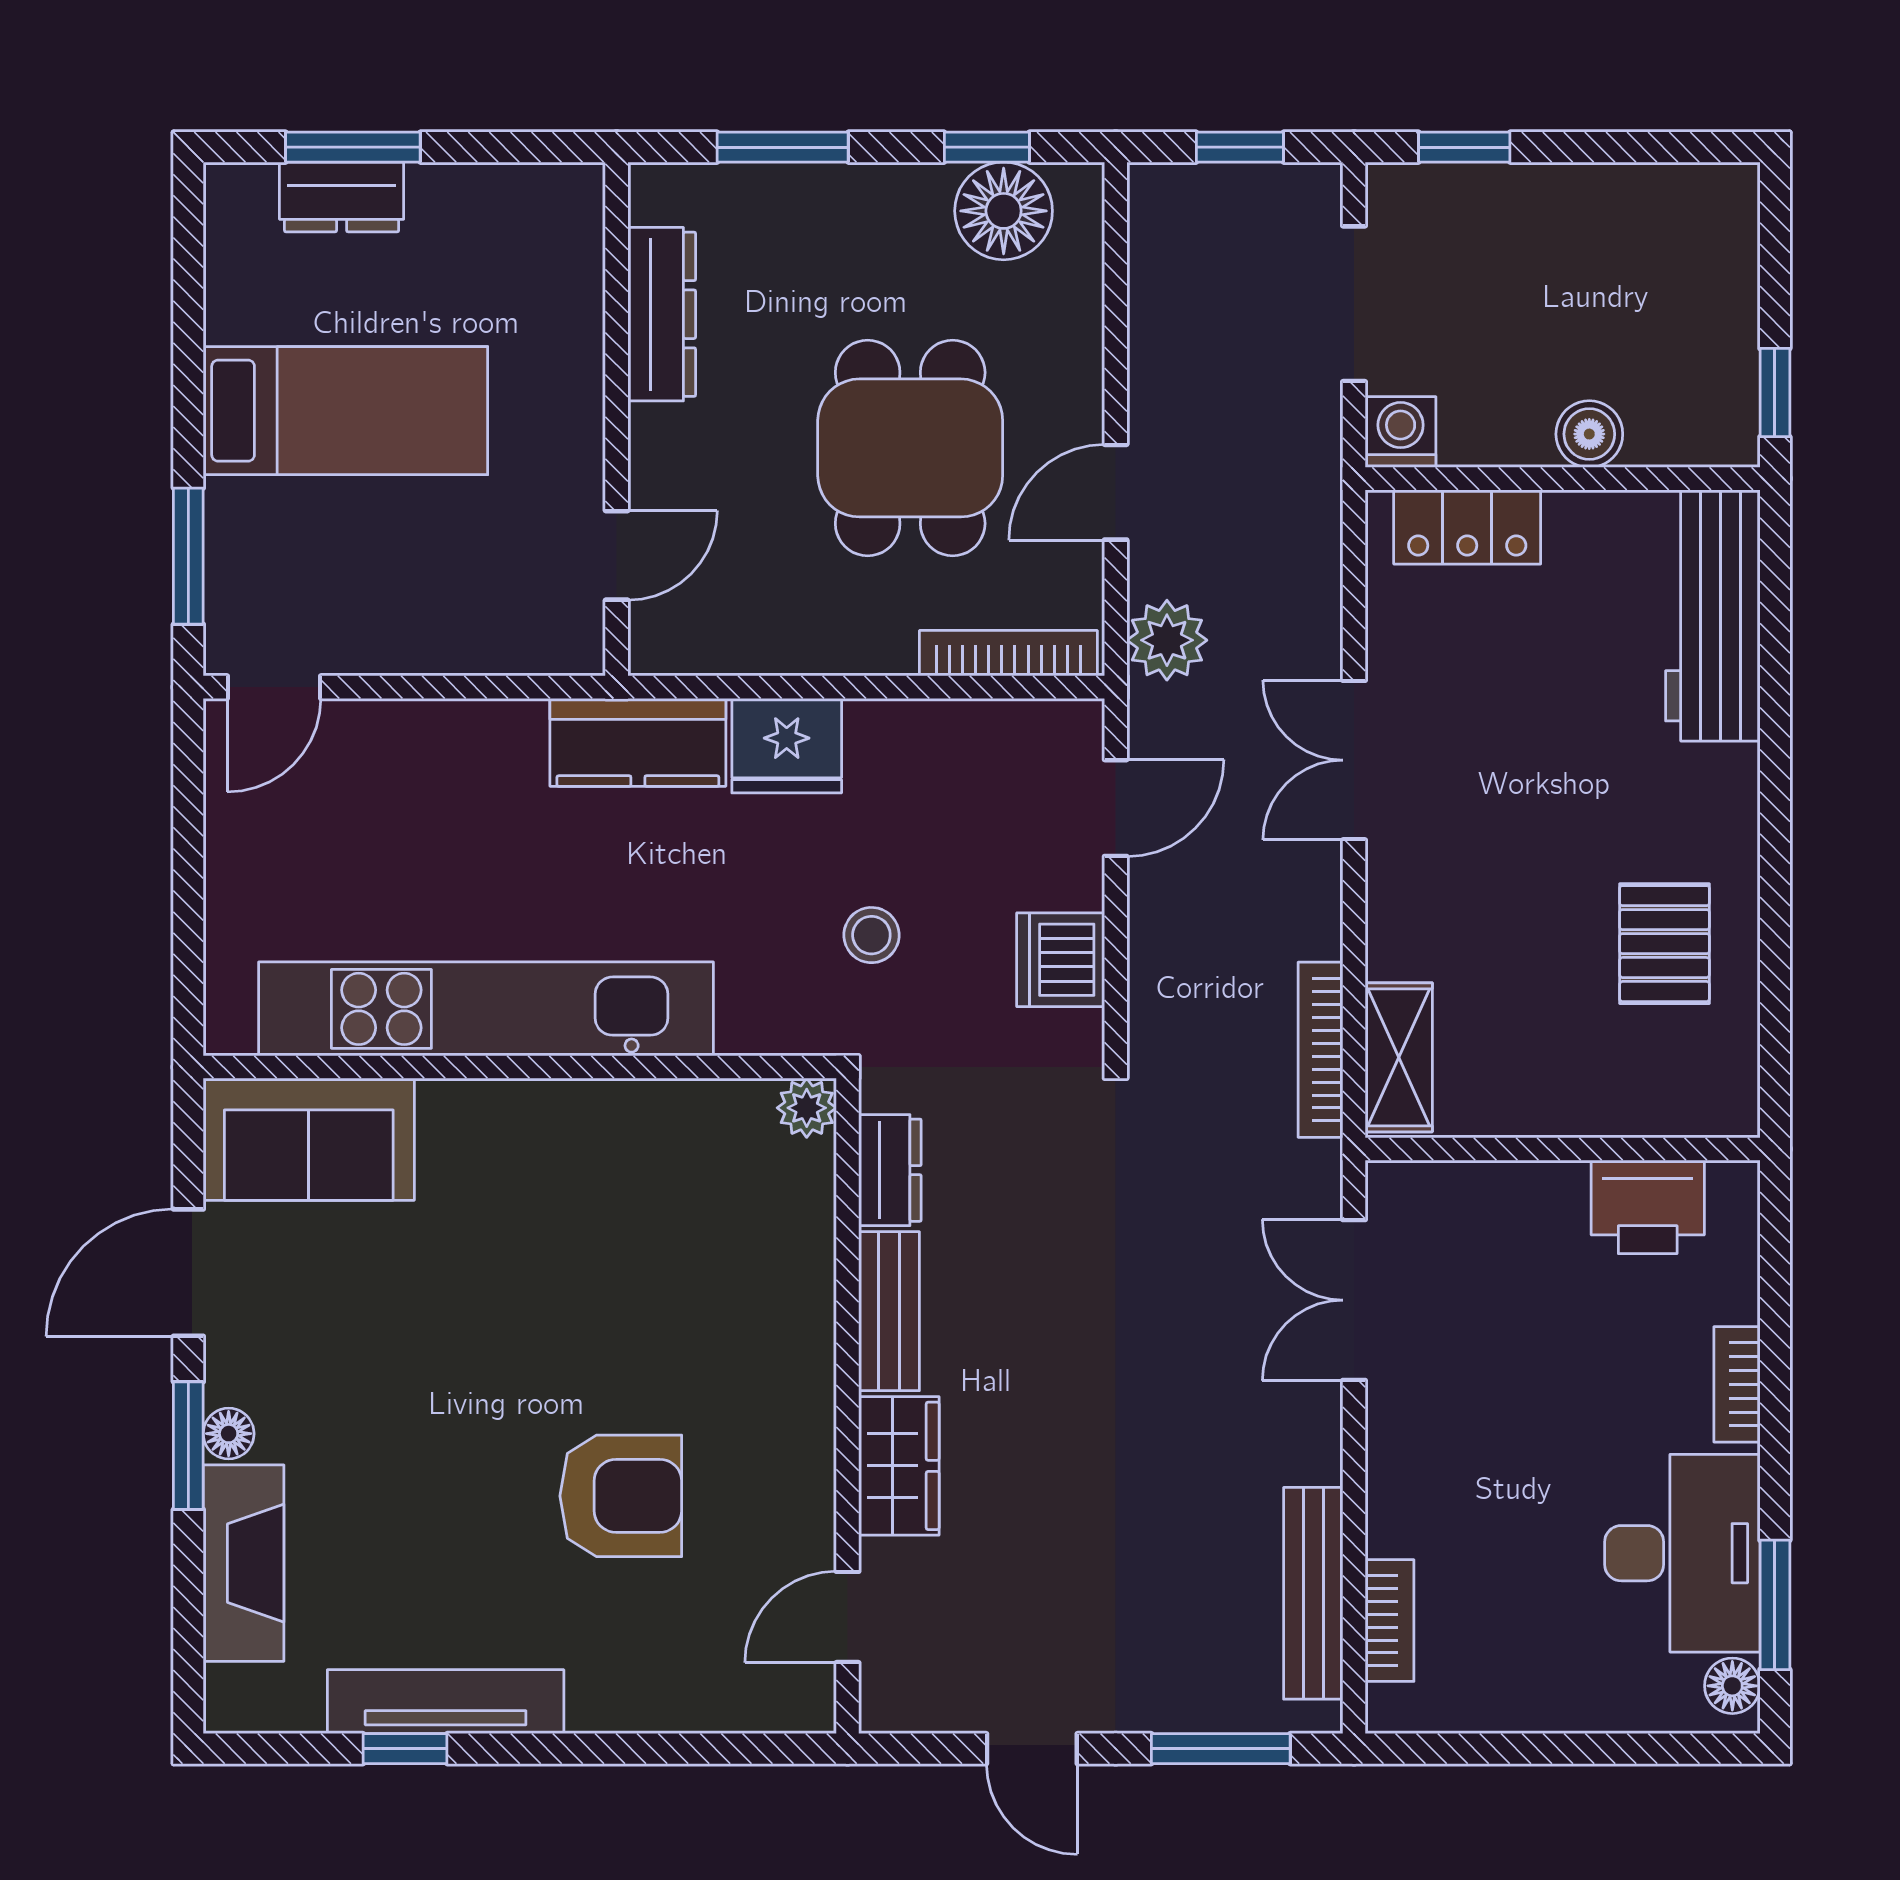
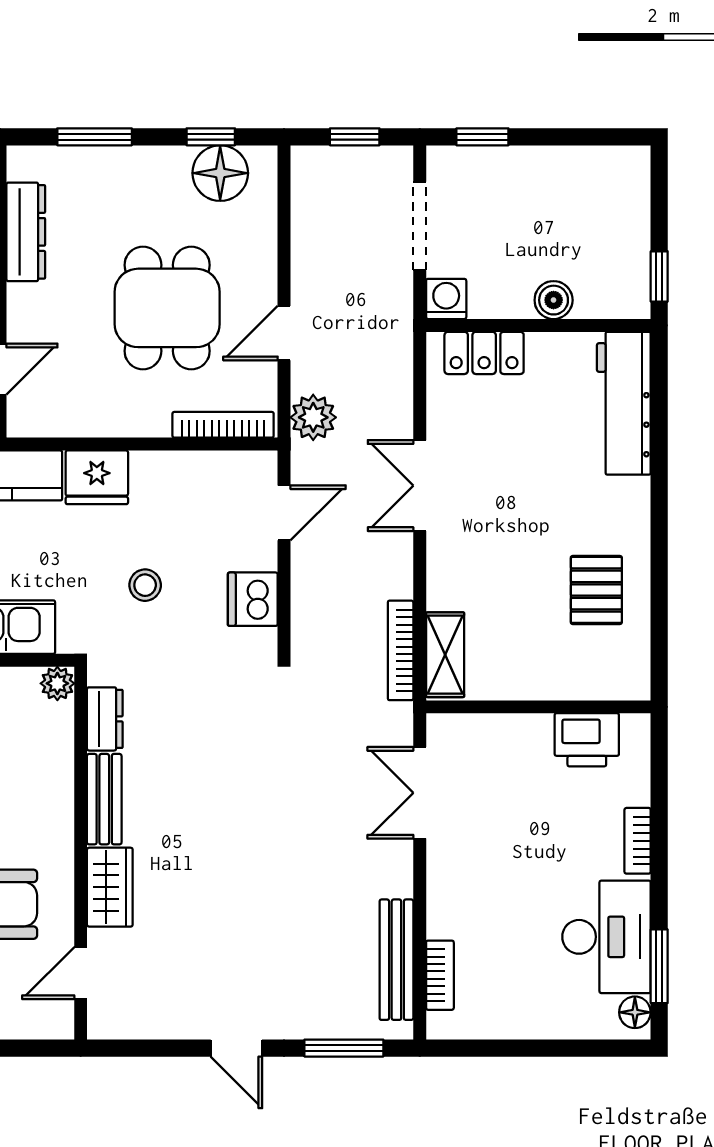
plant: (807, 1108) -> (57, 683), moved
dresser: (890, 1170) -> (105, 719), moved
bench: (889, 1311) -> (104, 799), moved
wall: (848, 1406) -> (81, 853), moved
wardrobe: (899, 1466) -> (110, 887), moved
door: (848, 1617) -> (81, 973), moved

